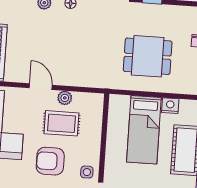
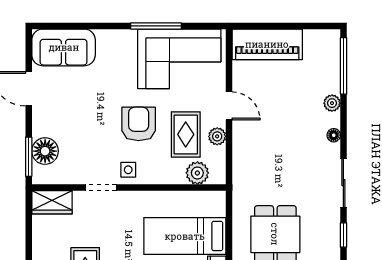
door: (41, 87) -> (229, 106), hinge flipped
plant: (93, 116) -> (197, 173), added

